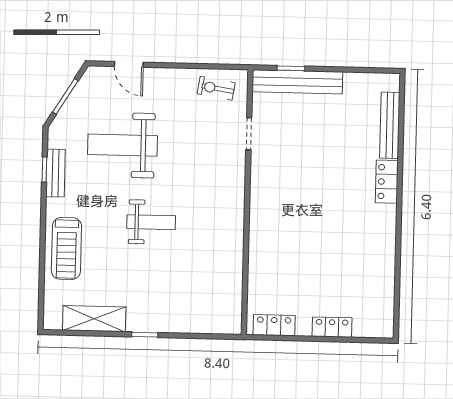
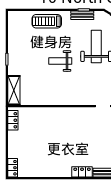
weight bench: (151, 222) -> (60, 61), turned 90
shelving: (94, 319) -> (14, 90), moved
locker: (332, 327) -> (13, 168), moved

